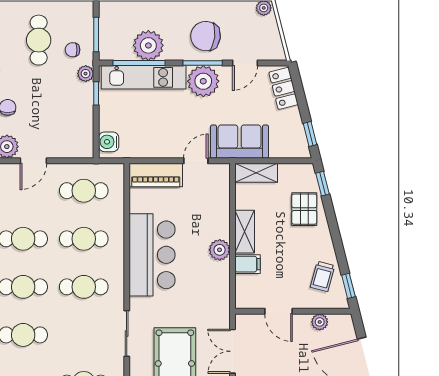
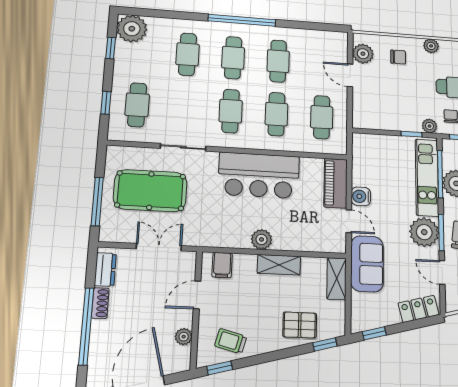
water cooler: (109, 142) -> (361, 196), moved, turned -90
filing cabinet: (248, 264) -> (222, 265), moved

